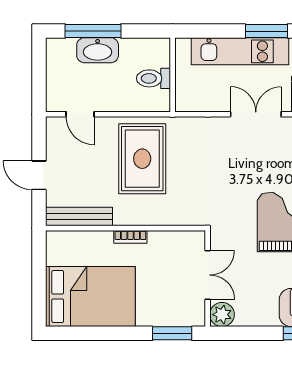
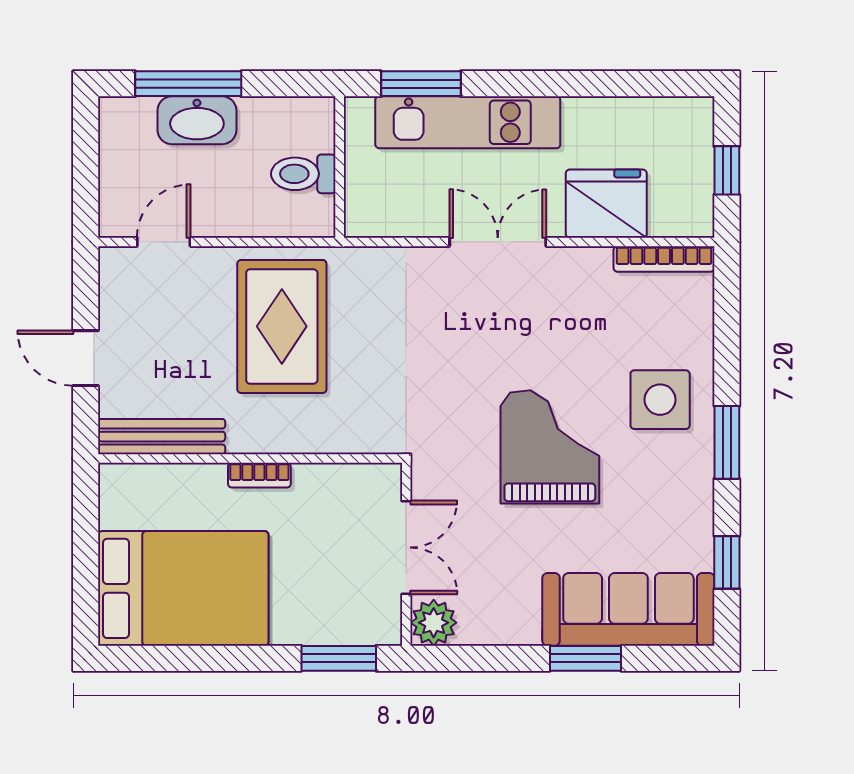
window: (266, 31) -> (421, 84), moved
door: (80, 114) -> (164, 242), swing flipped

